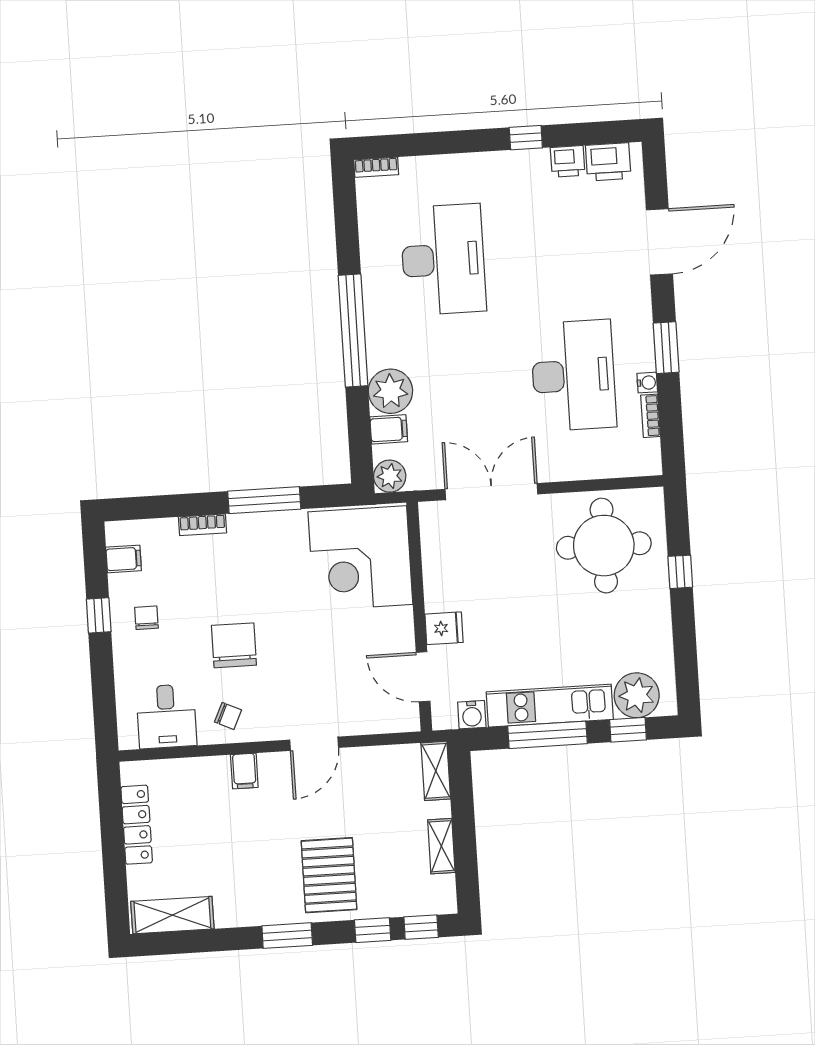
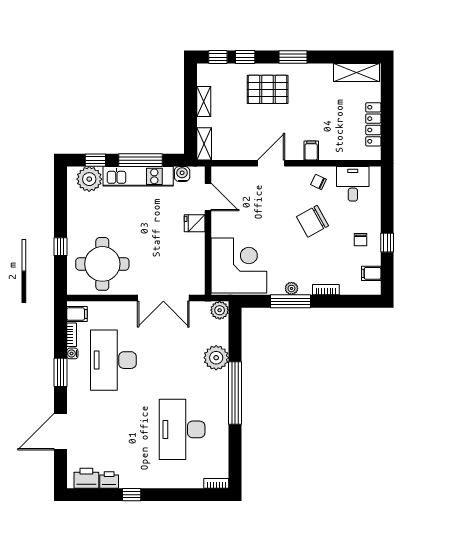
filing cabinet: (389, 429) -> (77, 314), moved, turned 180
plant: (264, 523) -> (291, 288), added
chair: (234, 645) -> (313, 221), turned 61
pallet: (329, 875) -> (268, 89), turned 90

